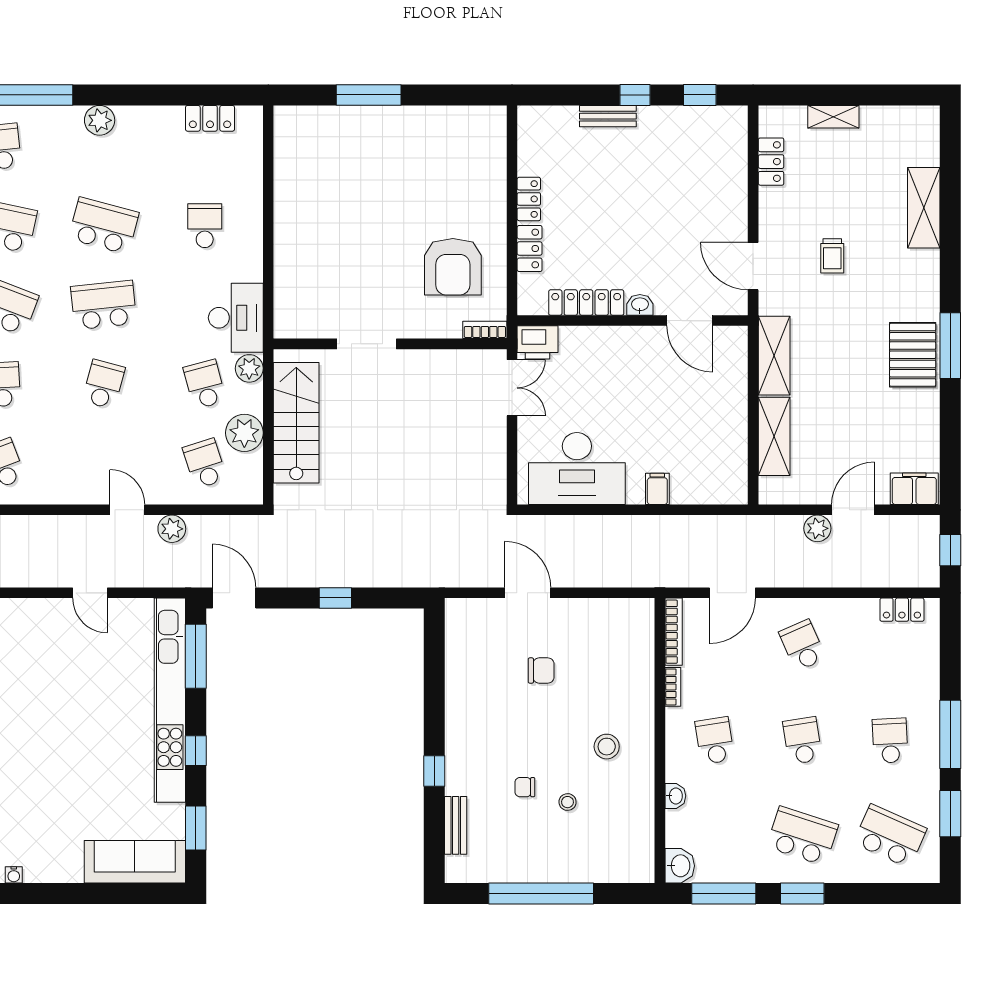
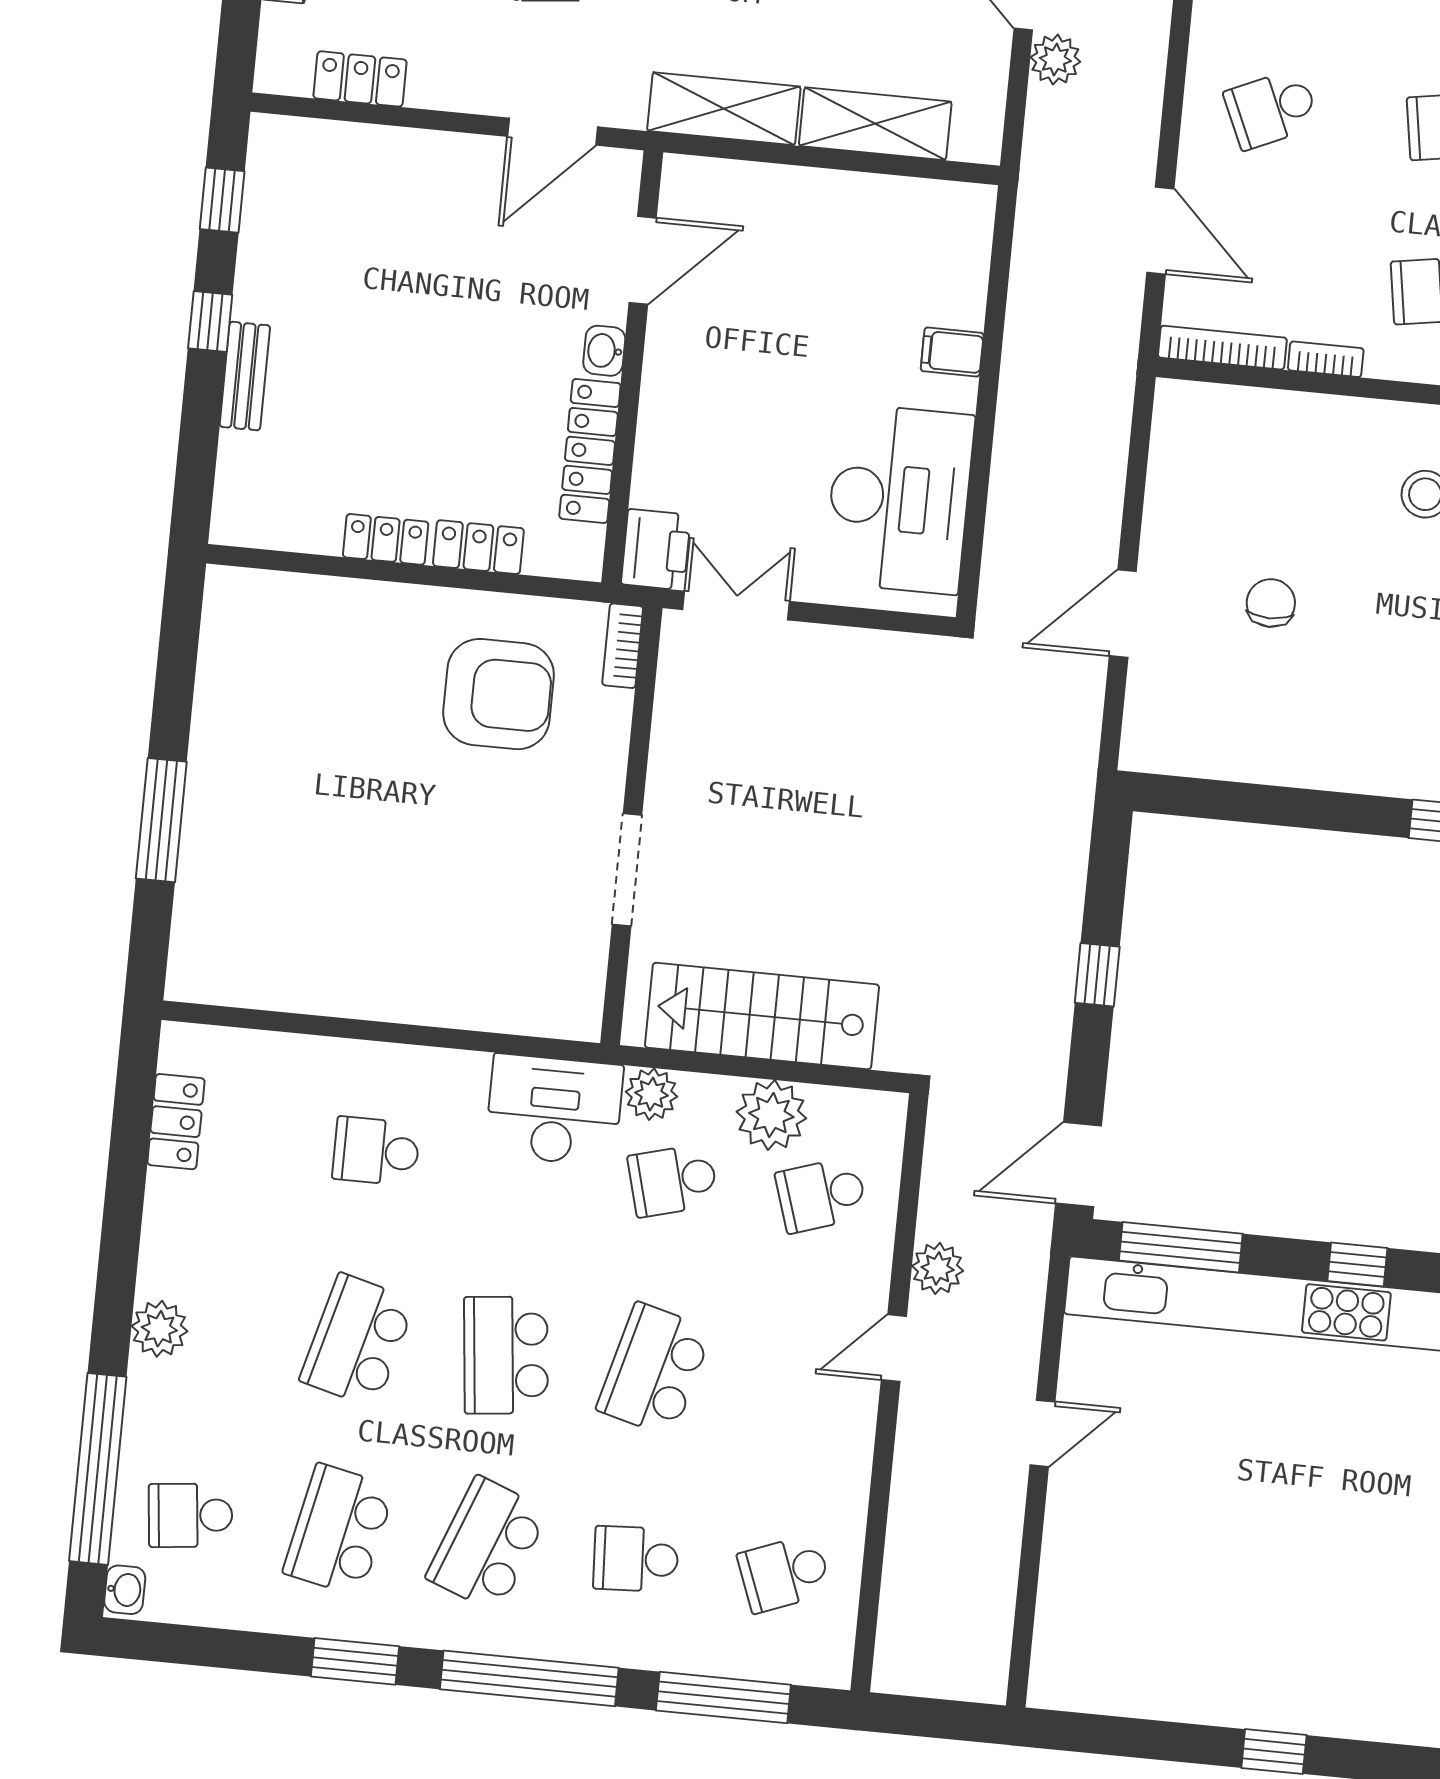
school desk: (104, 384) -> (654, 1370), width x1.85

